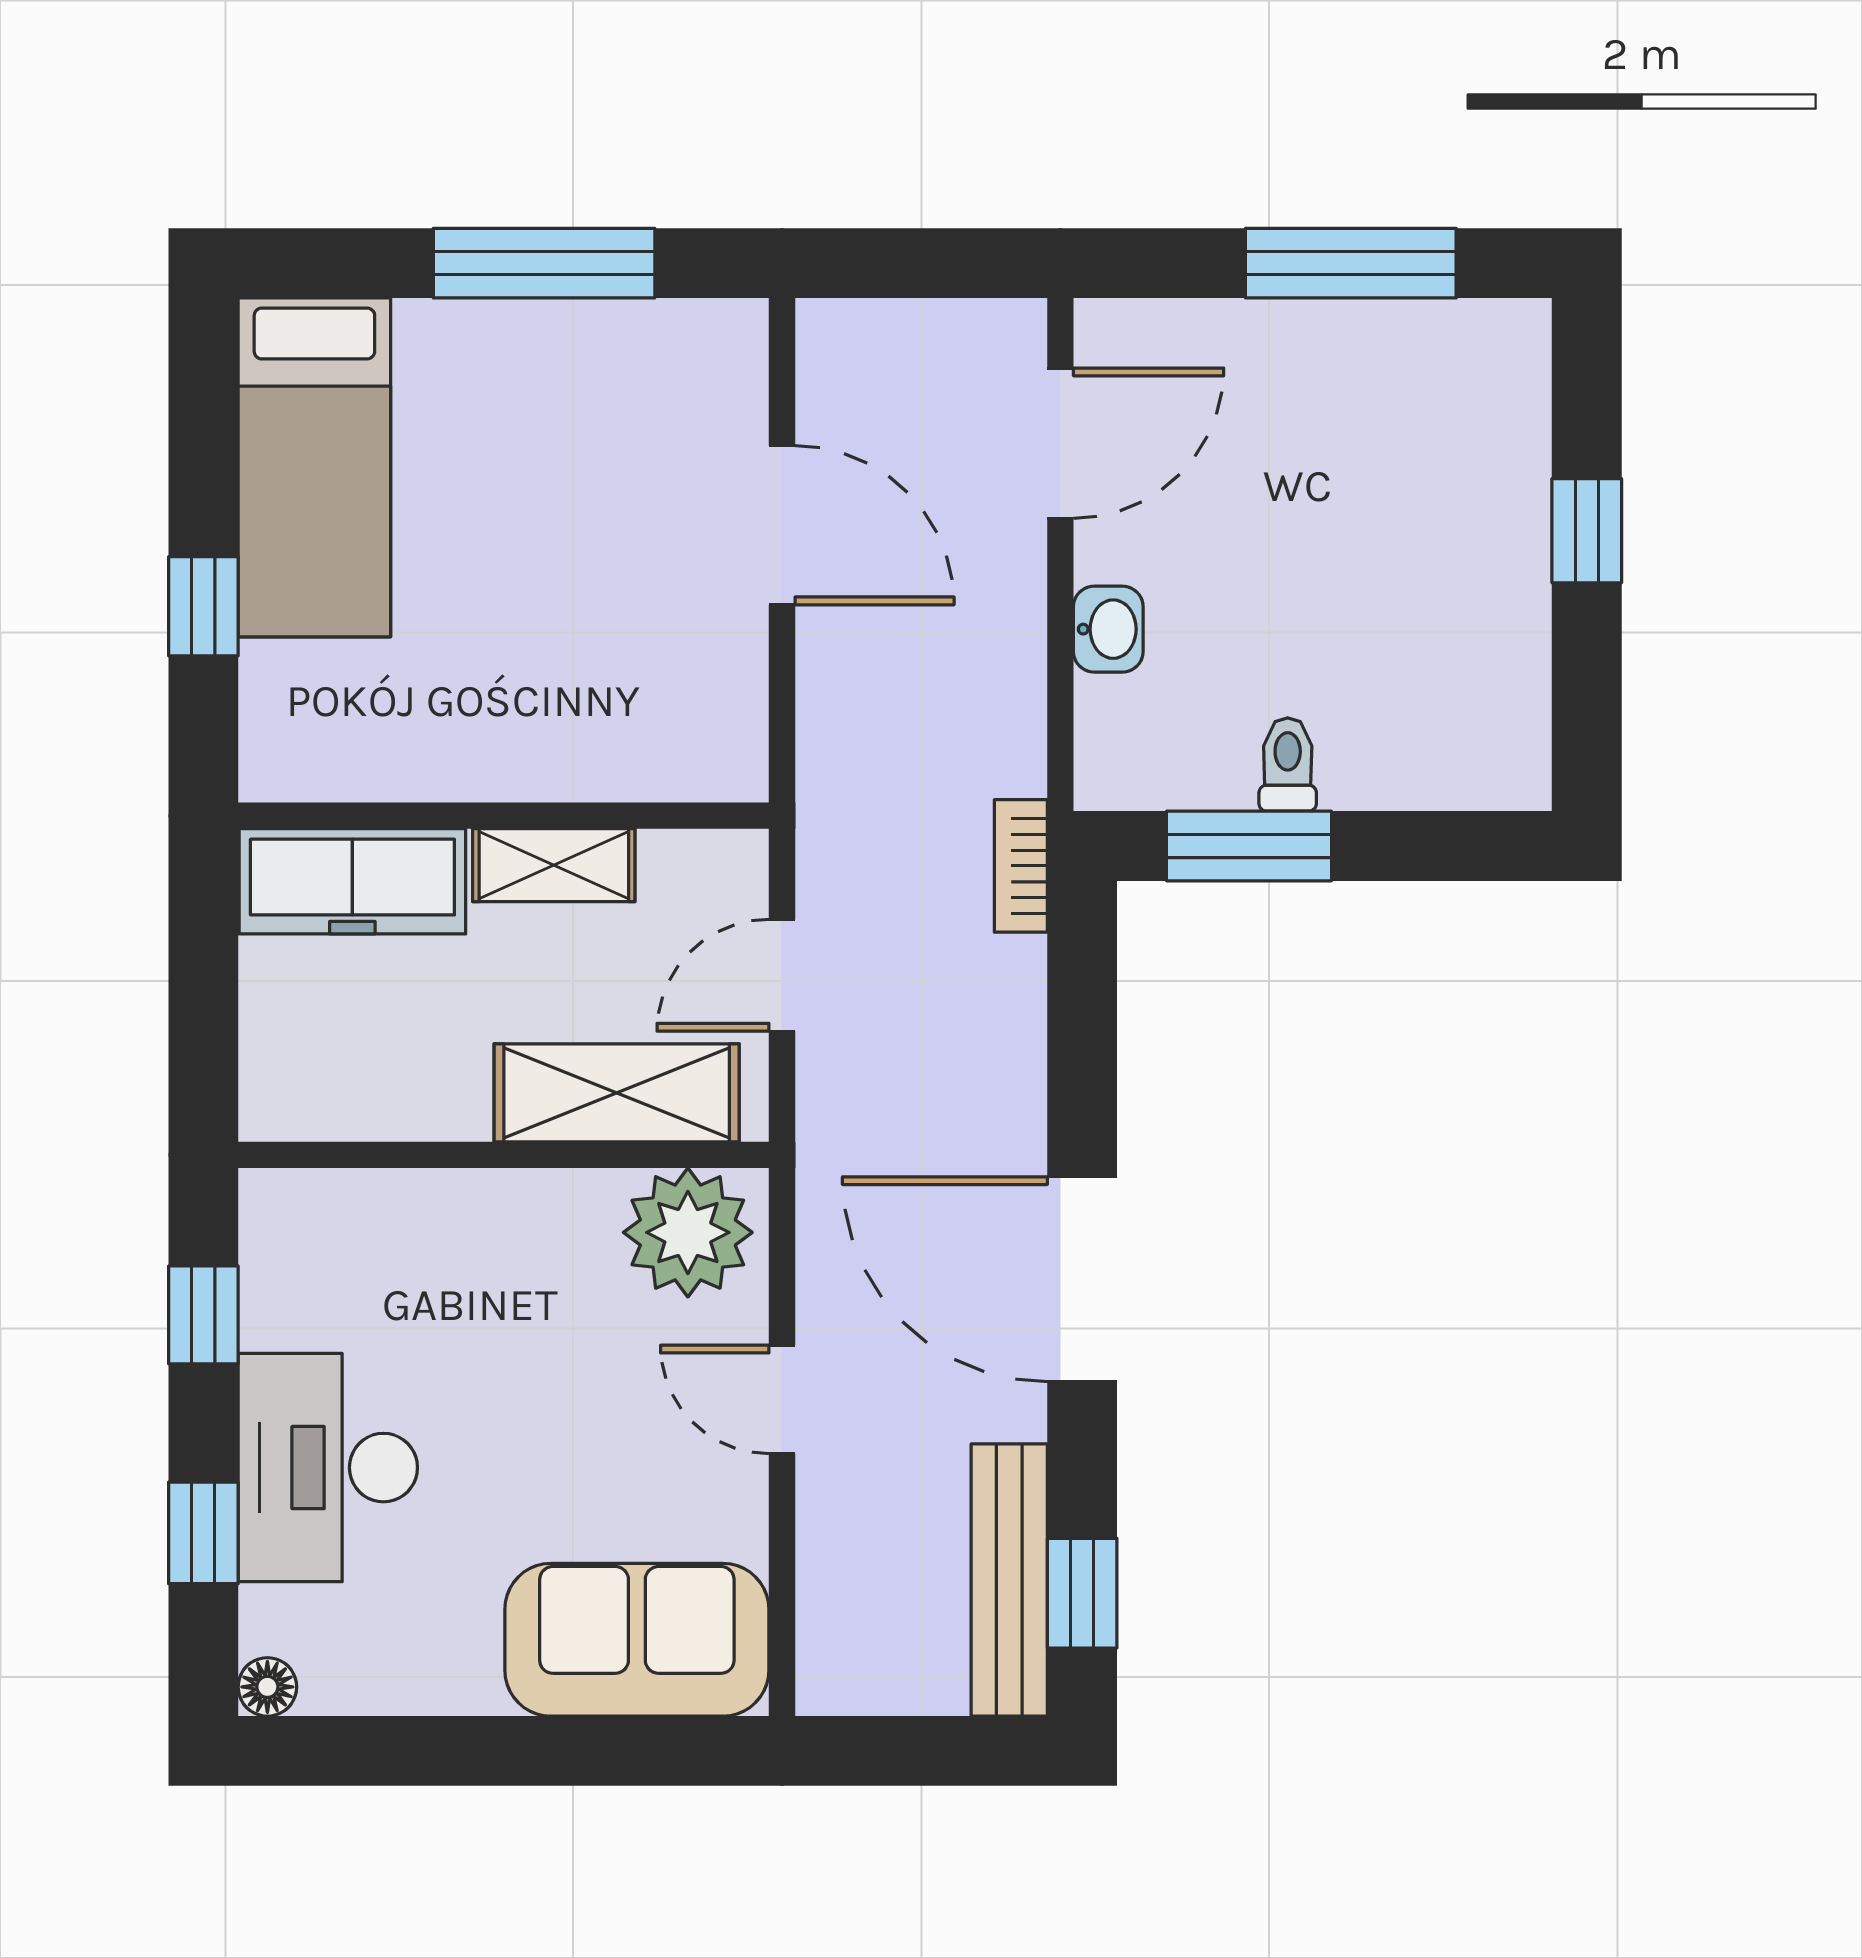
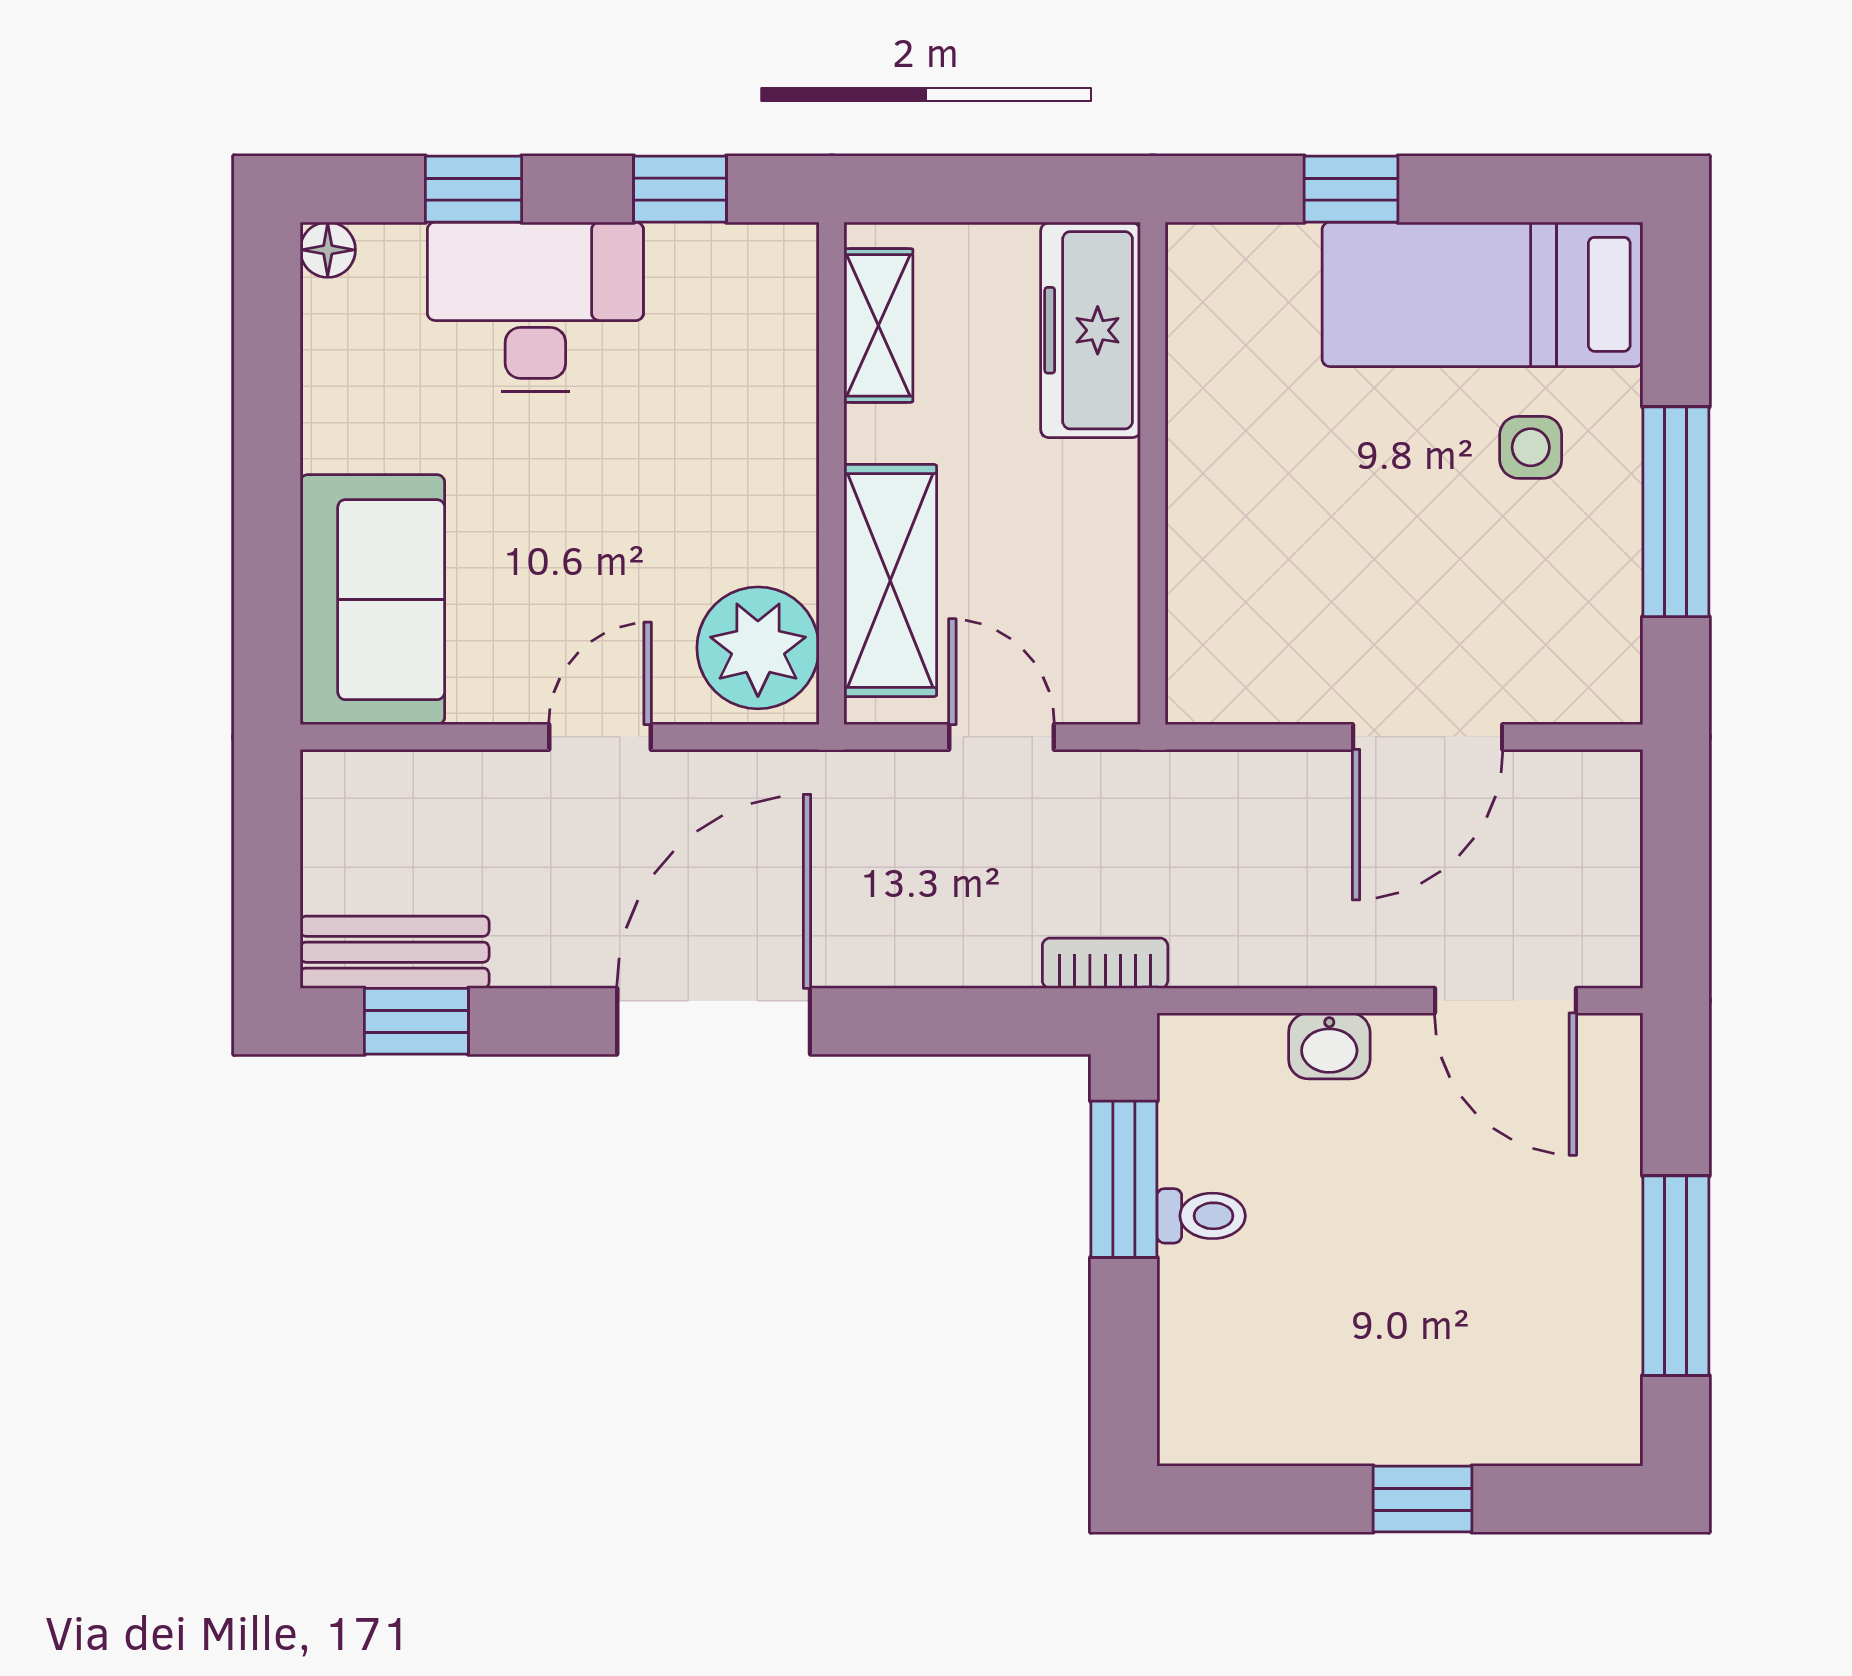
side table: (476, 416) -> (1531, 447), added
shelving: (554, 865) -> (878, 325), moved
bench: (1009, 1580) -> (395, 952), width x0.73

